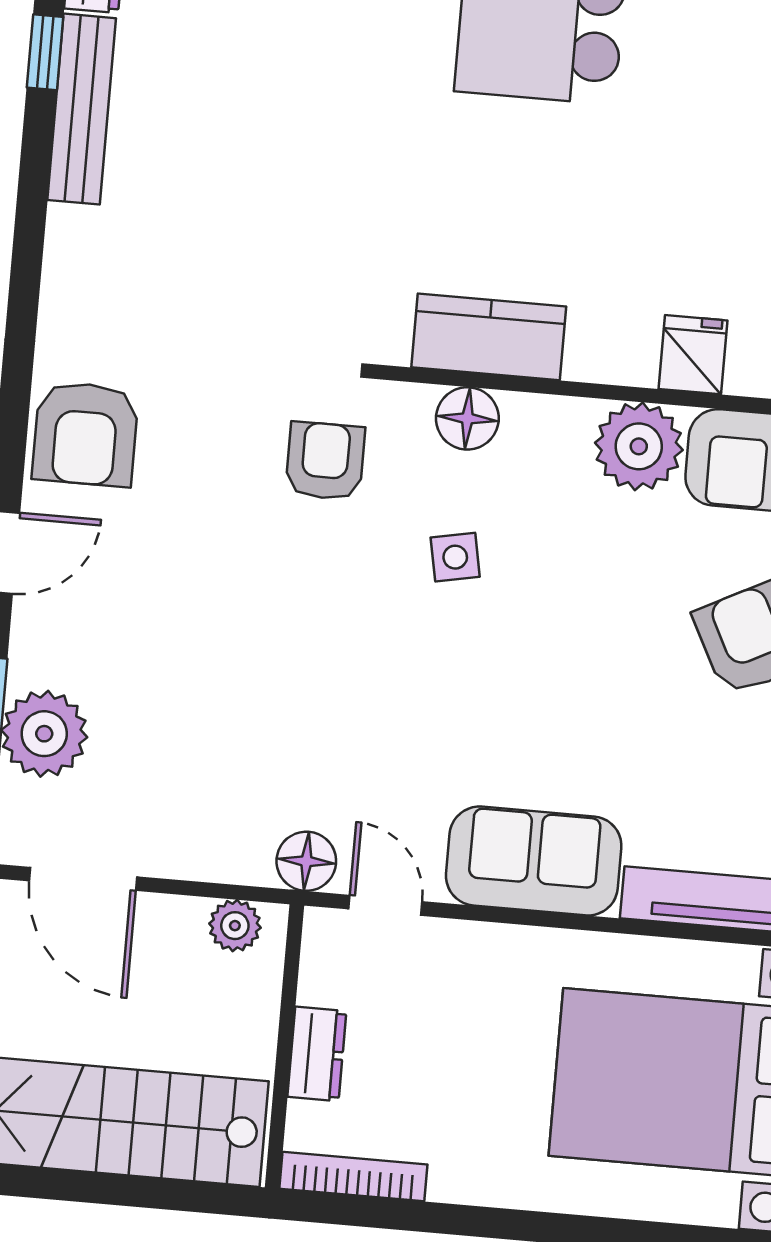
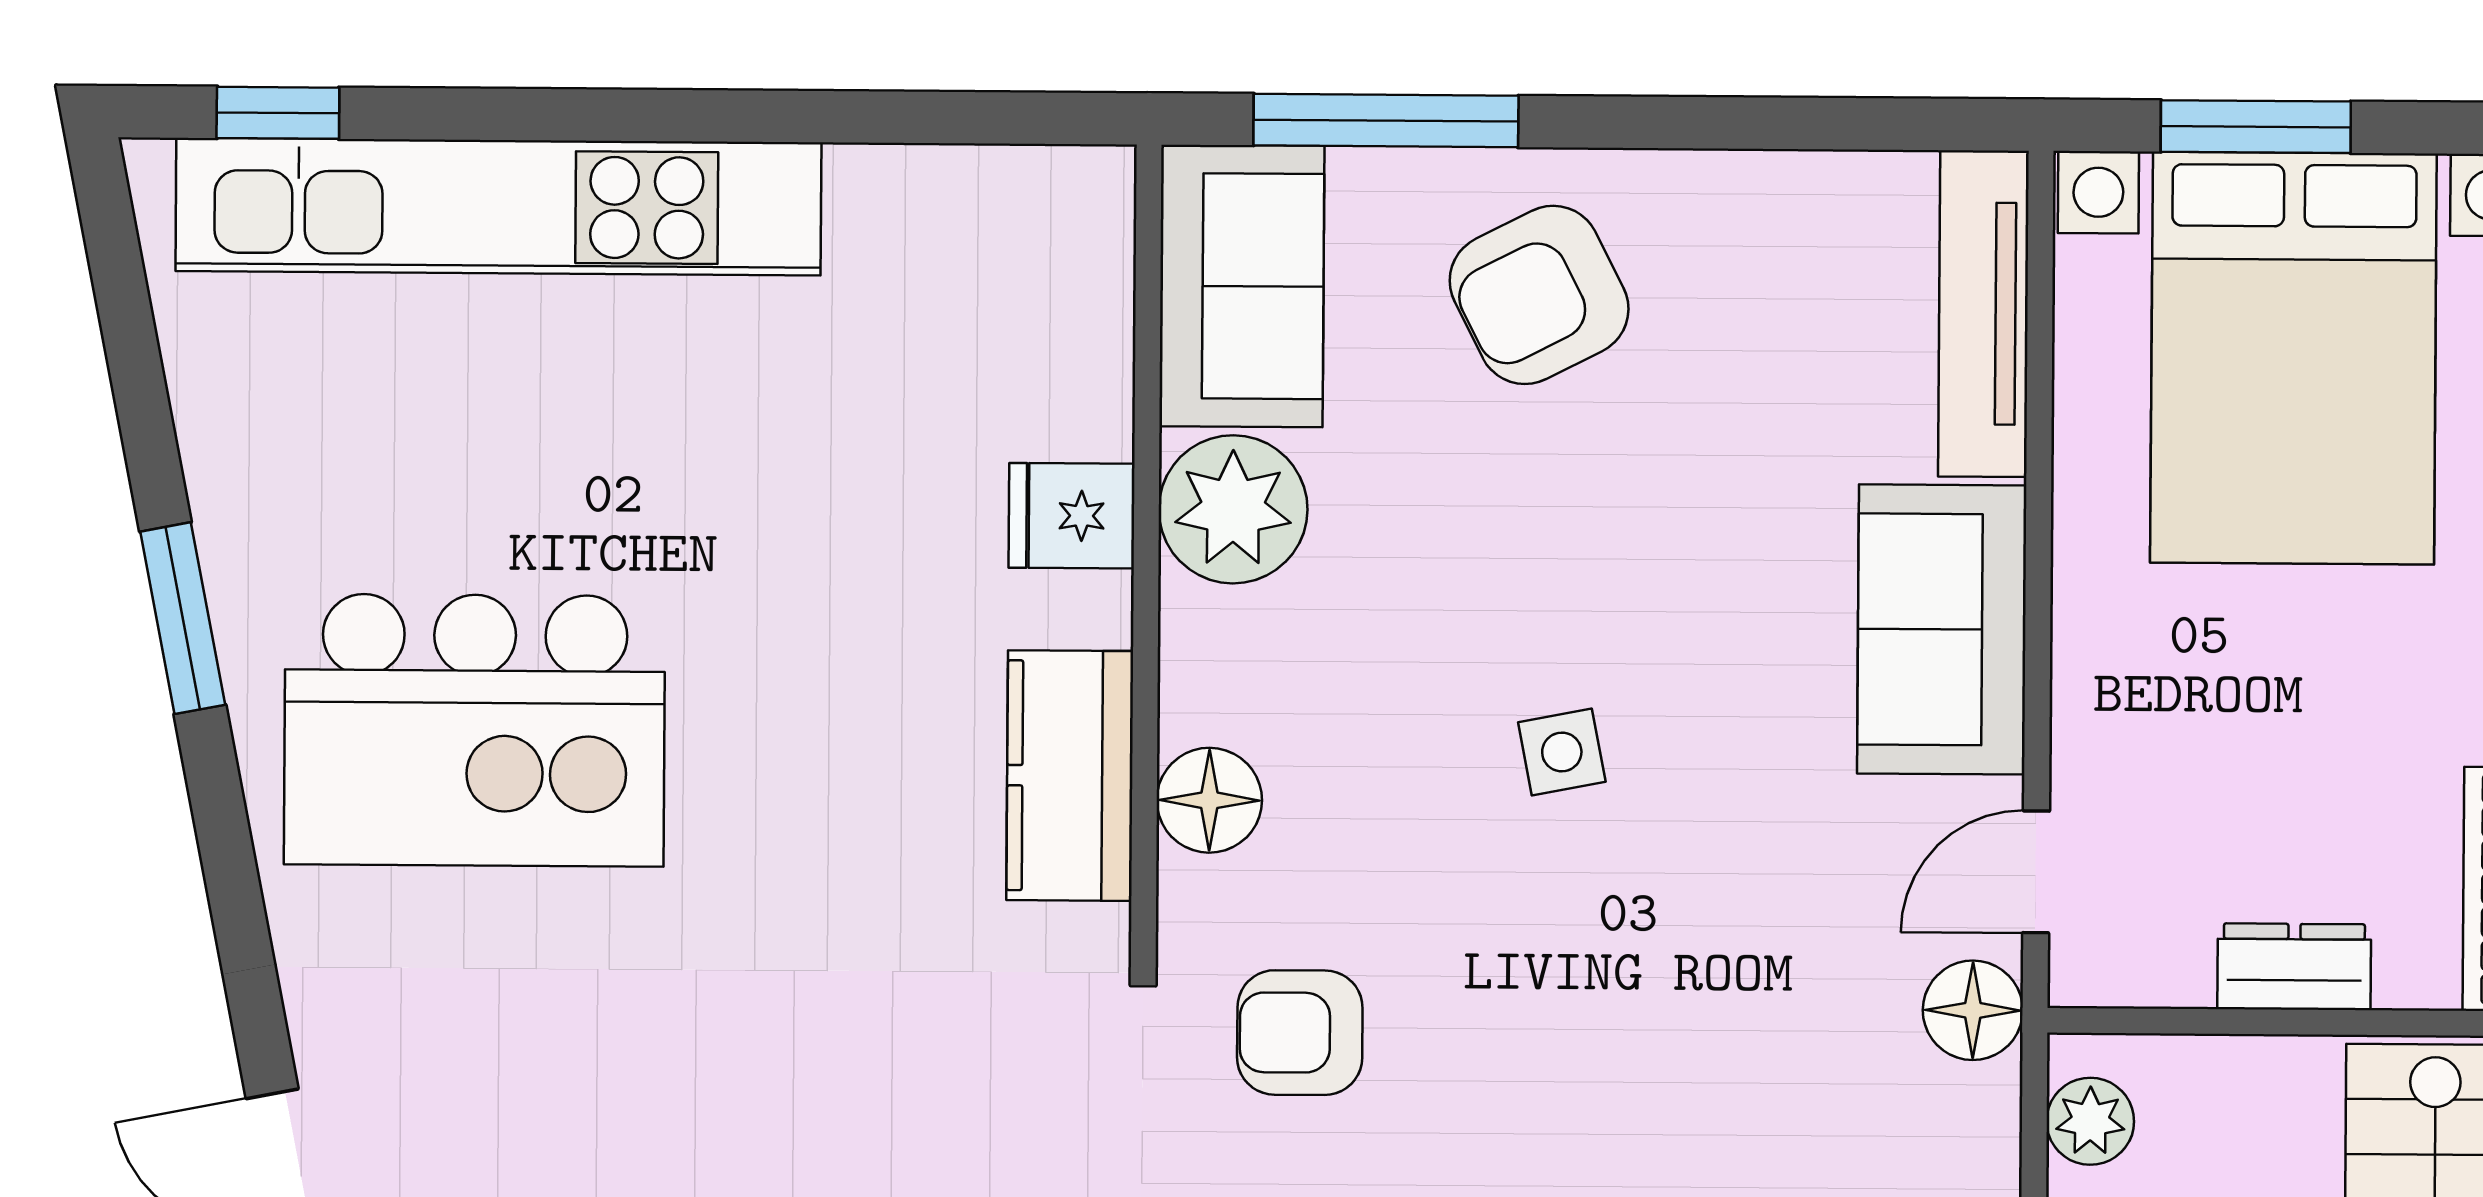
fridge: (693, 355) -> (1072, 516), moved
side table: (455, 557) -> (1562, 752), moved

